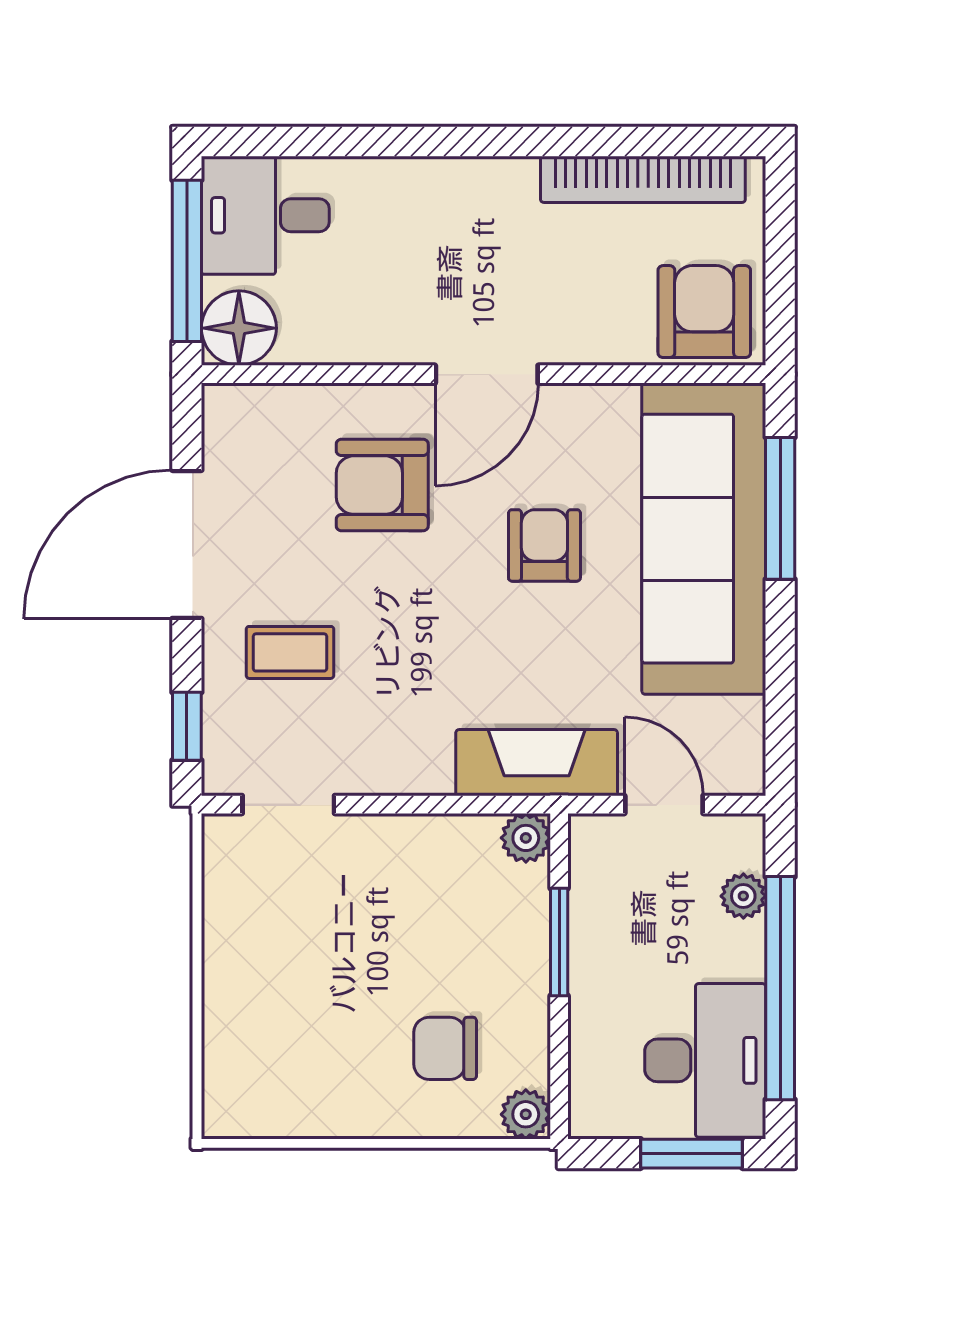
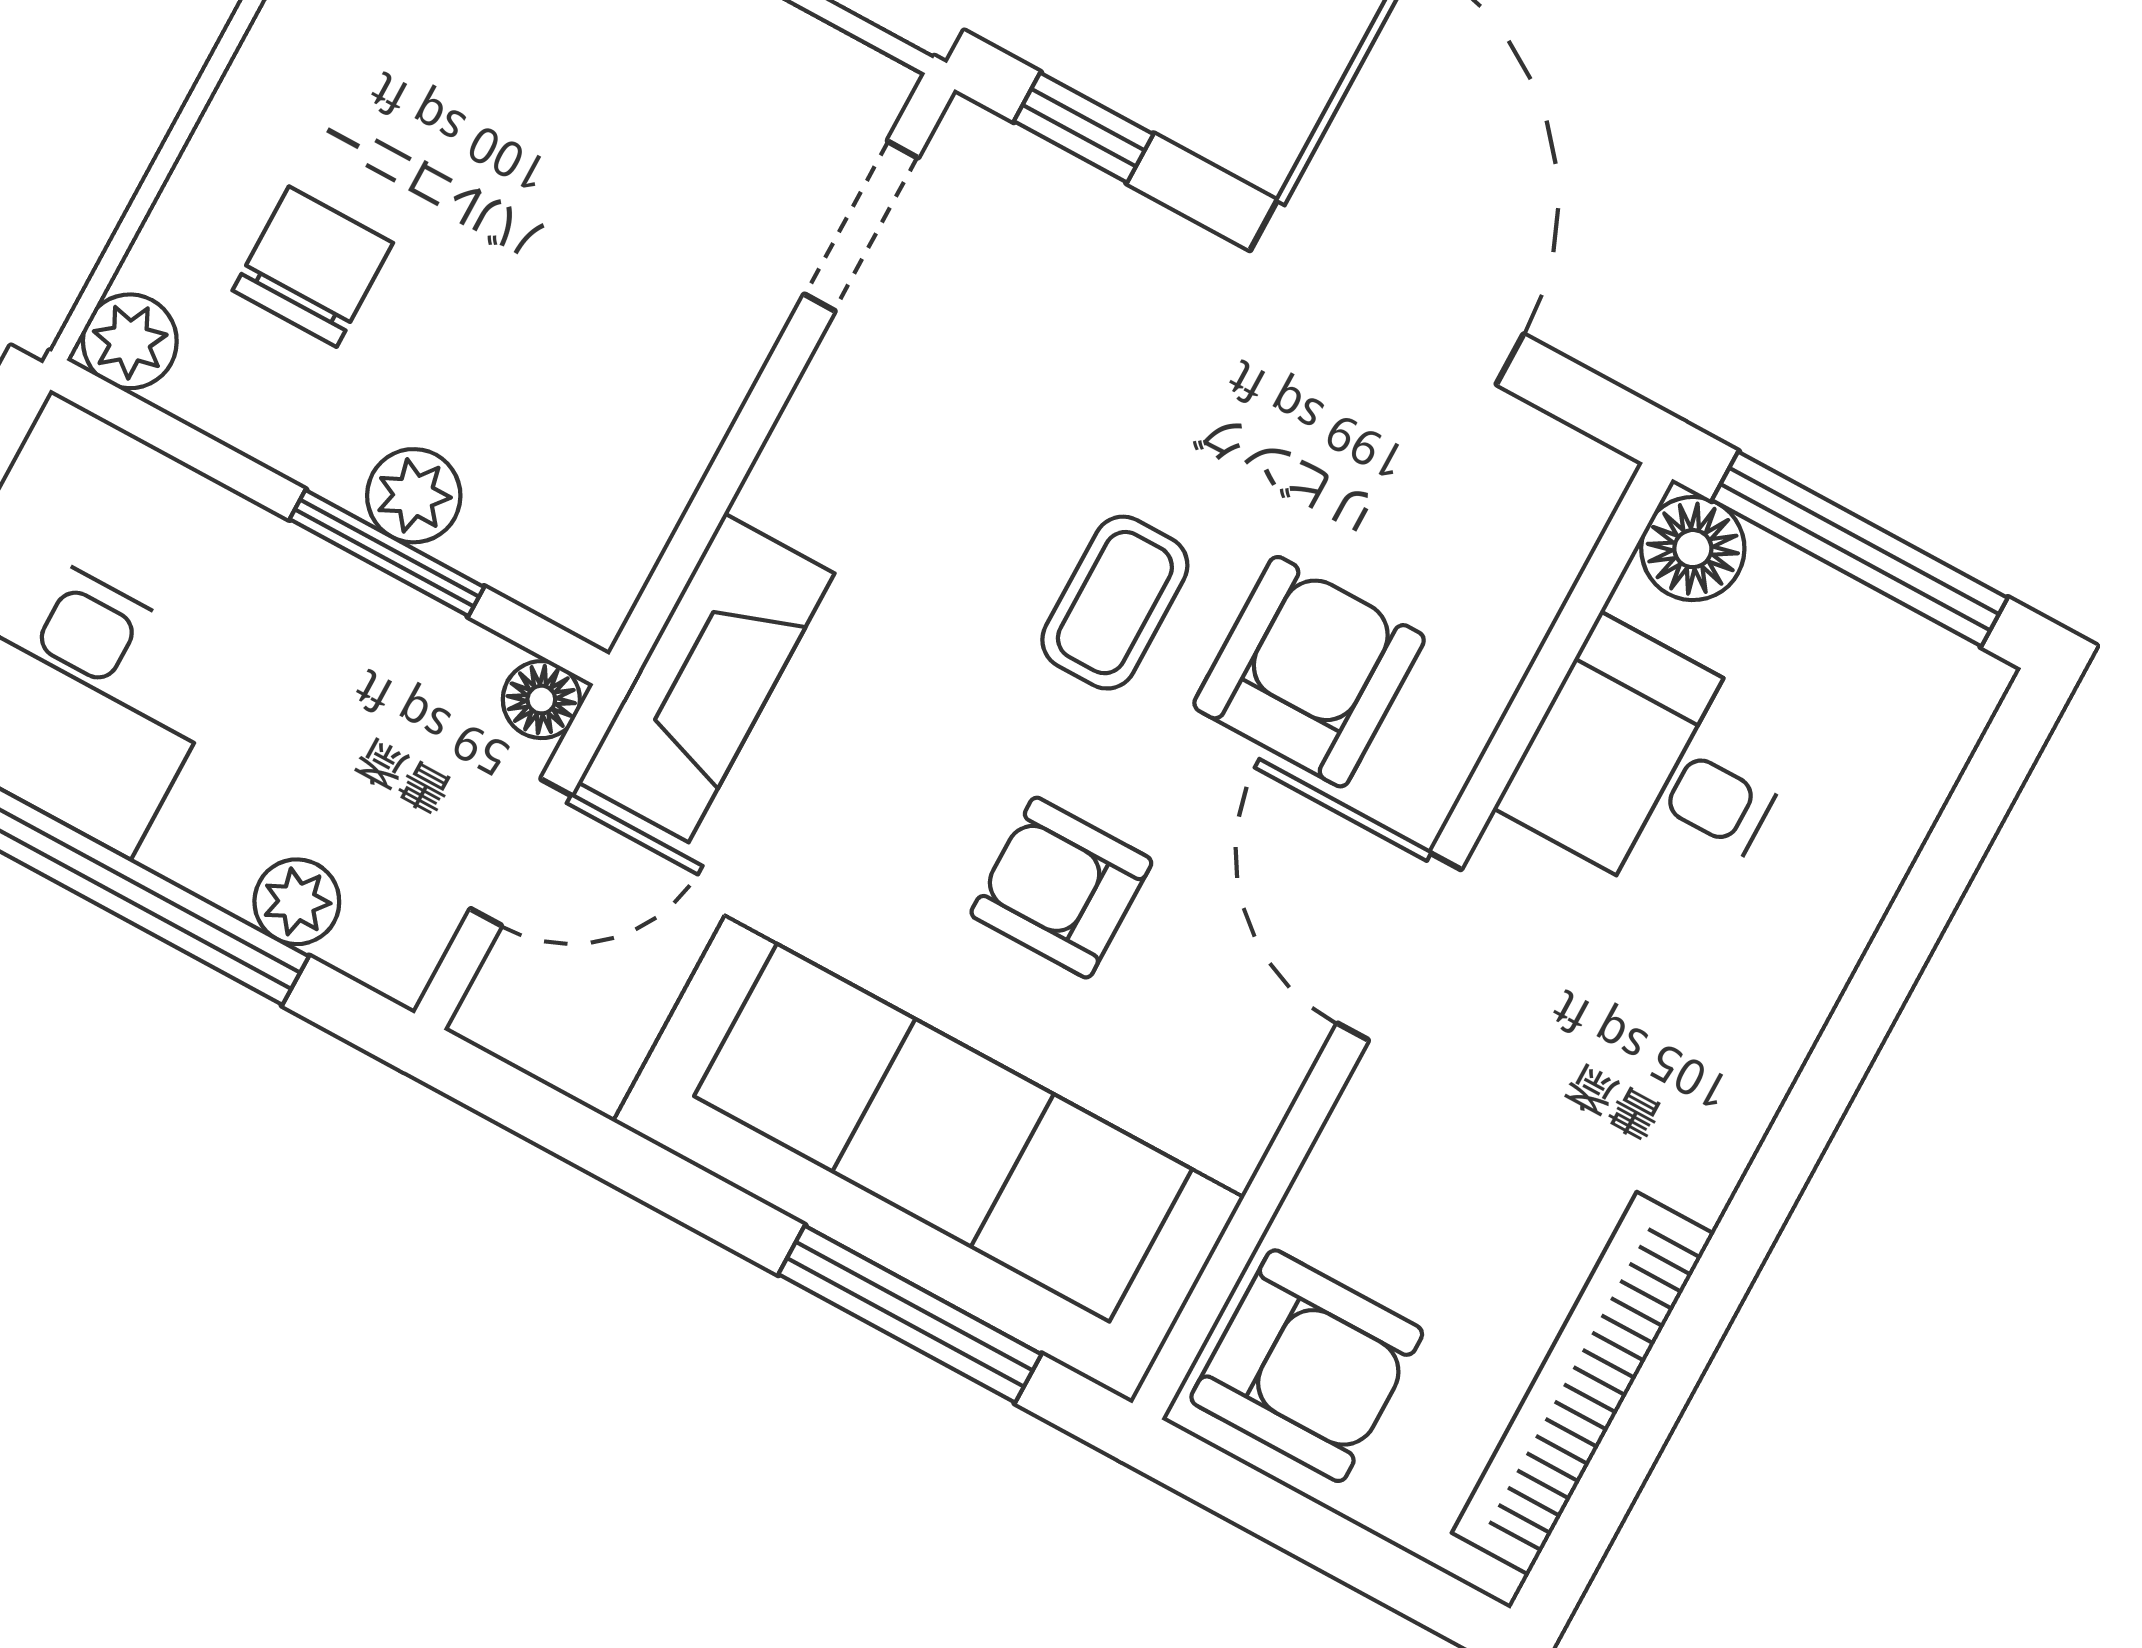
desk: (265, 215) -> (1653, 768), moved, turned -90
floor lamp: (239, 328) -> (1693, 549), width x0.73, depth x0.73
armchair: (544, 545) -> (1061, 888), turned 180
coffee table: (290, 652) -> (1115, 603), moved
floor lamp: (588, 834) -> (541, 700), added
plant: (526, 838) -> (414, 496), moved

